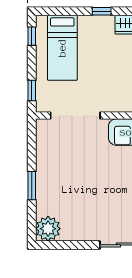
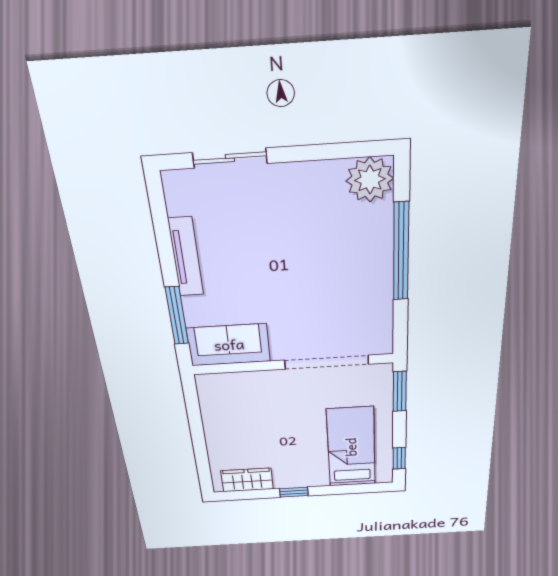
window: (32, 90) -> (400, 391), width x1.50
window: (32, 186) -> (401, 252), width x2.11

